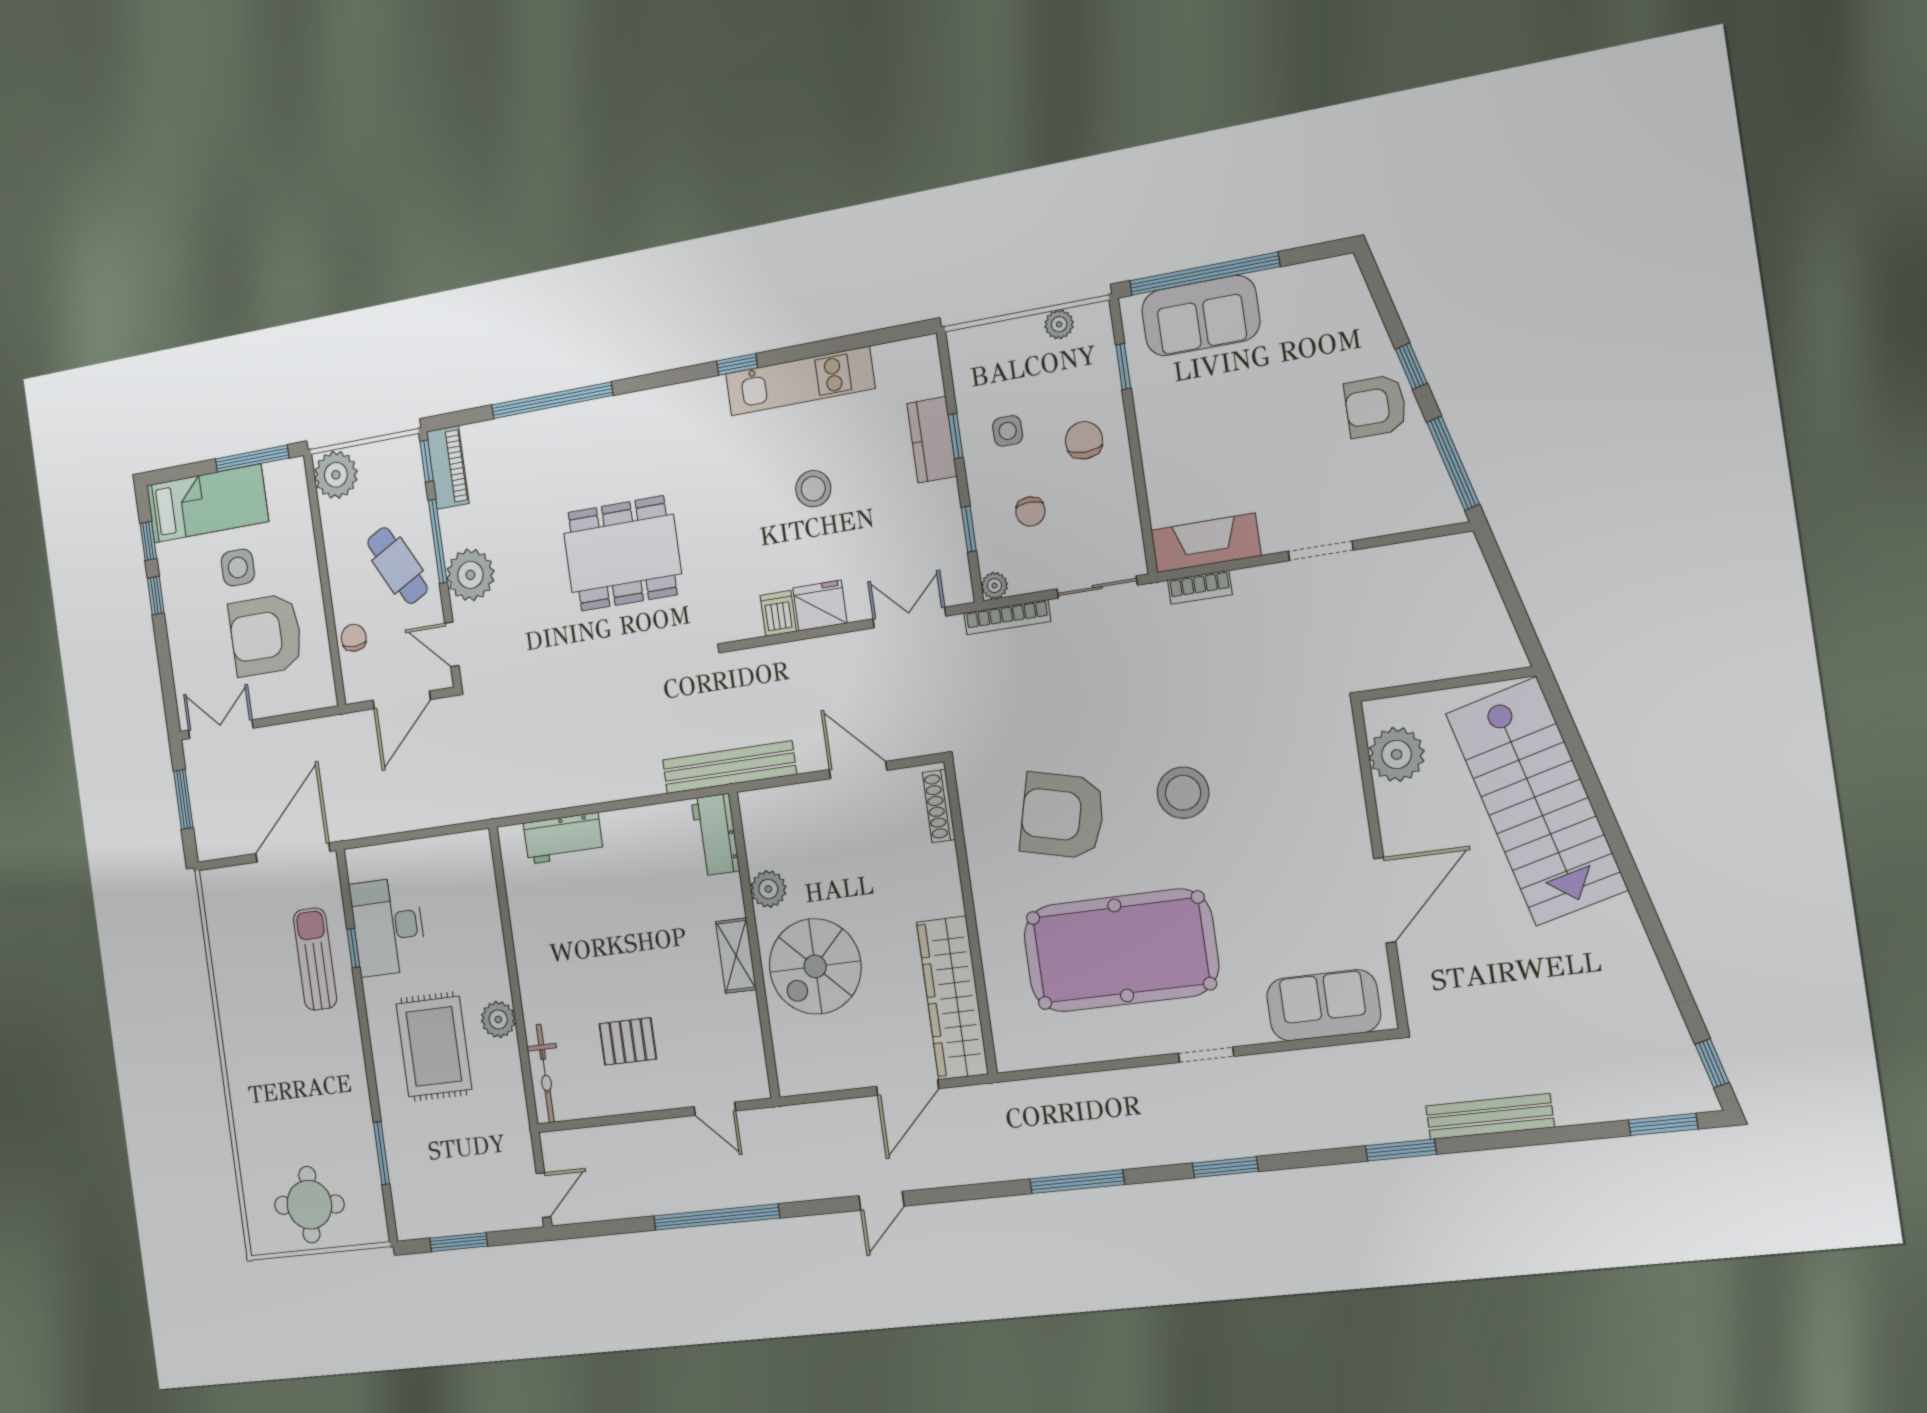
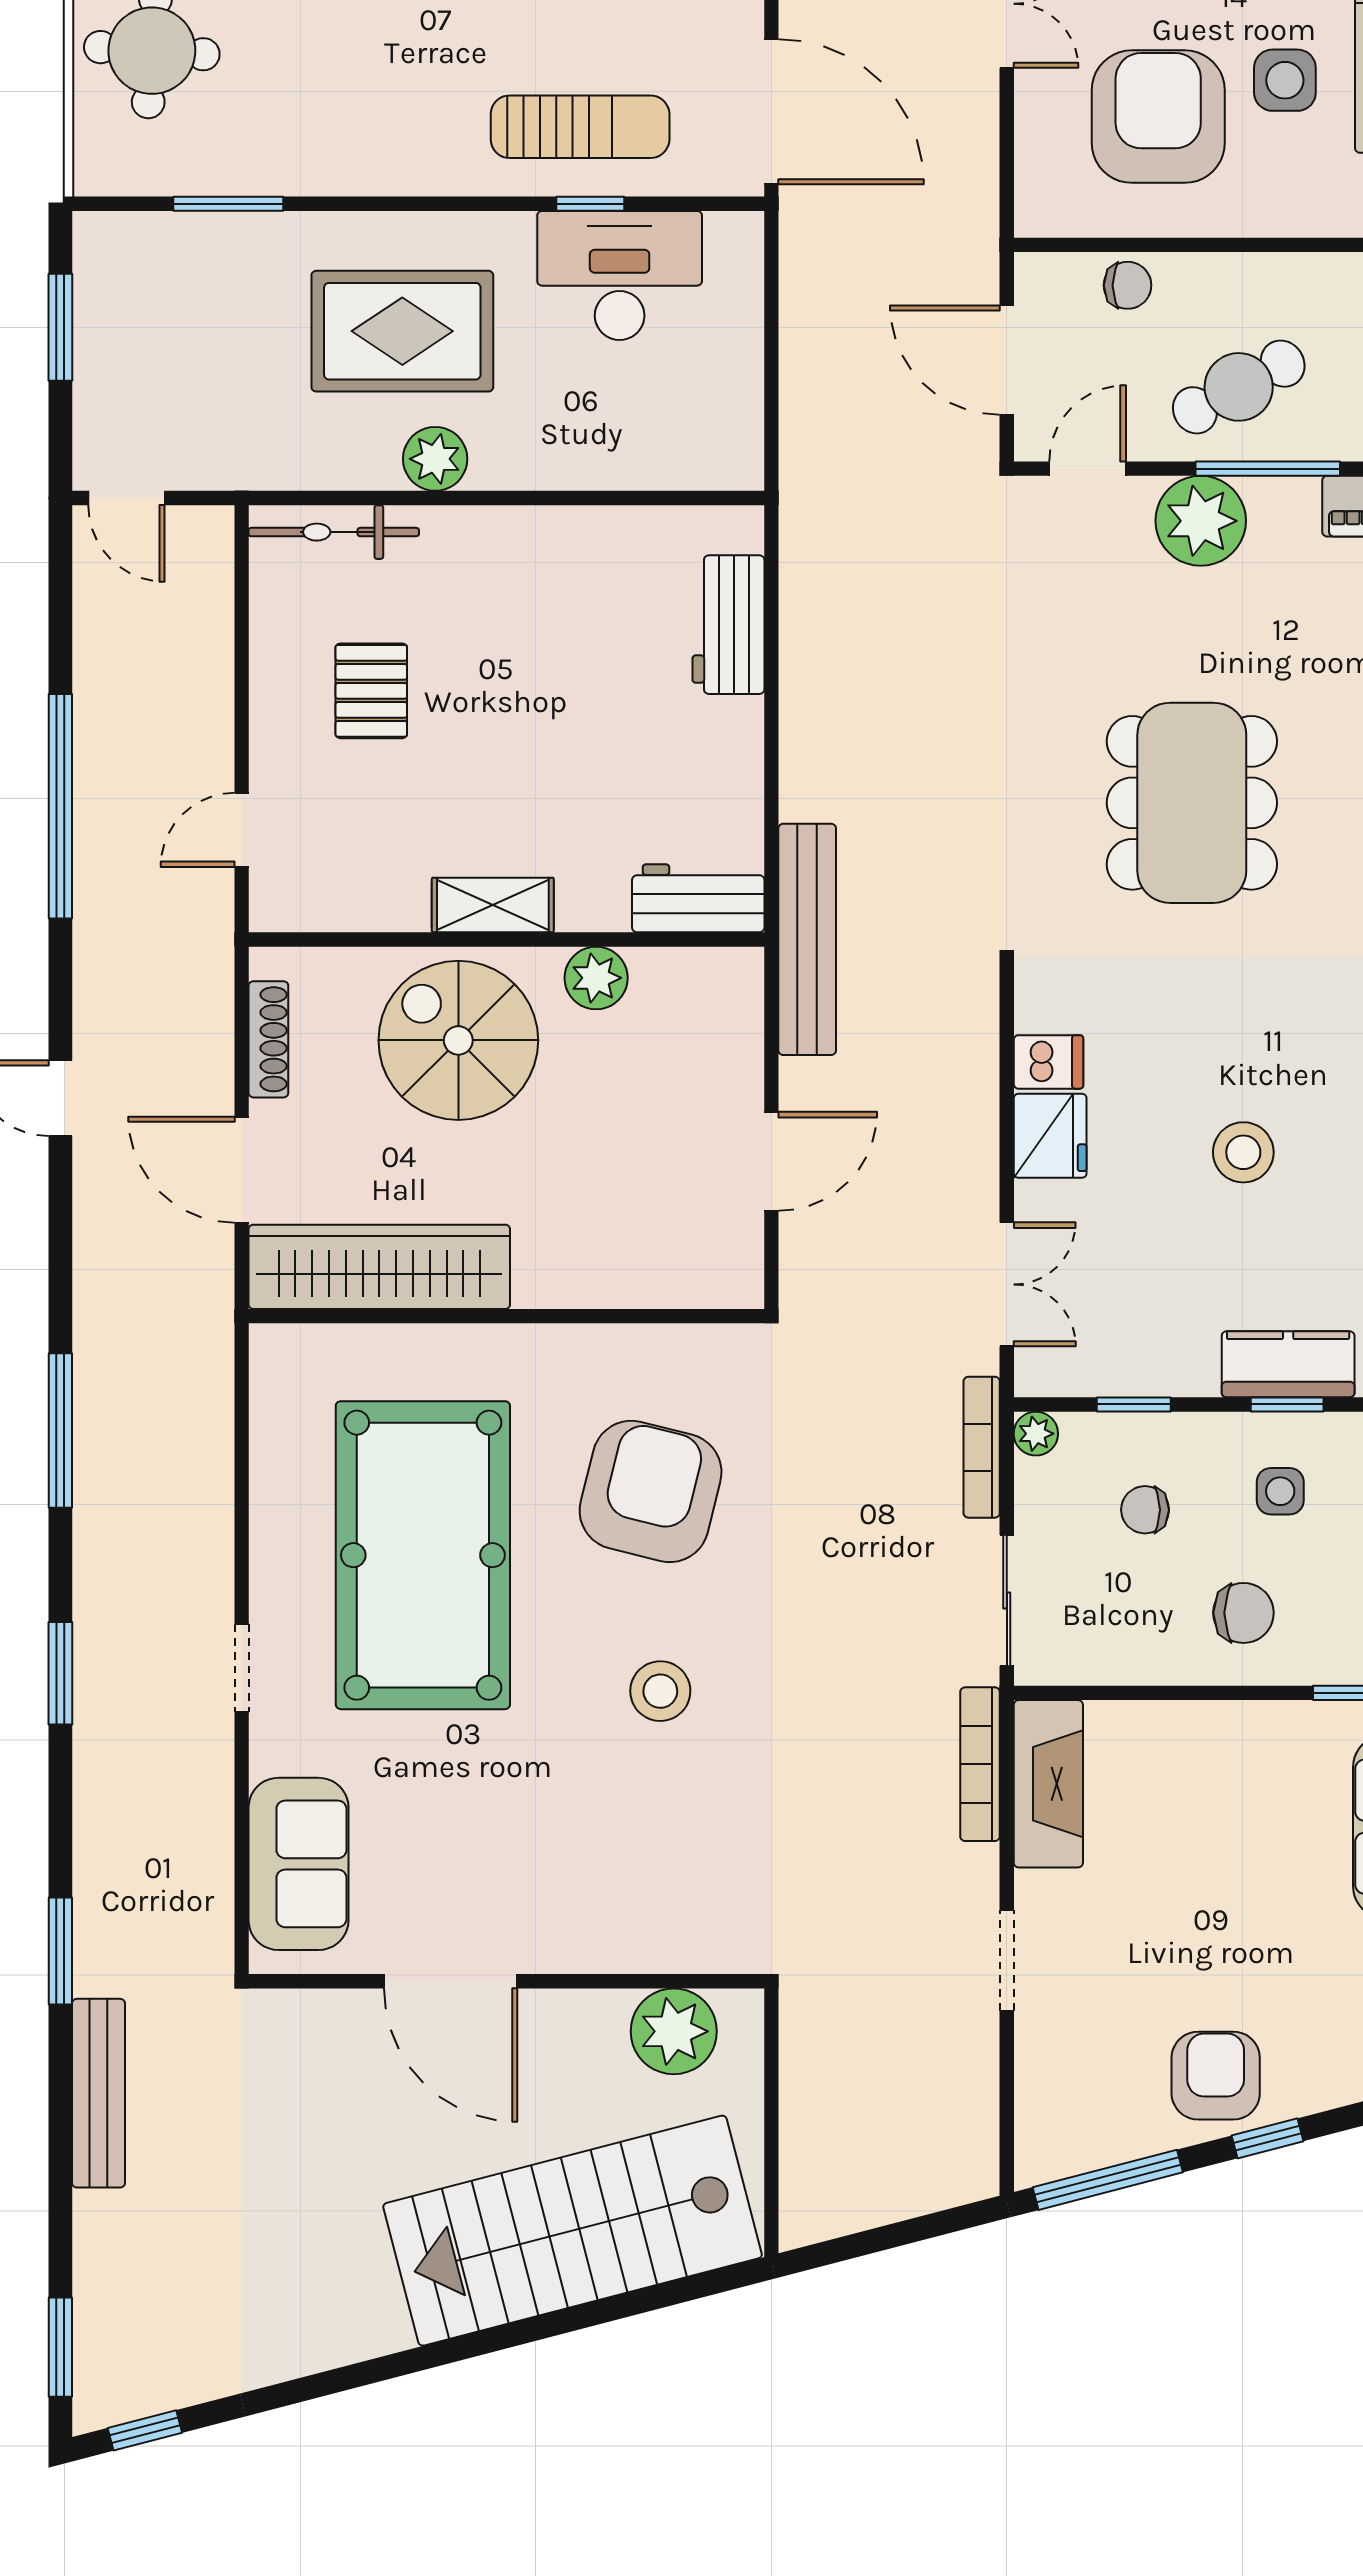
bookcase: (1200, 587) -> (980, 1764), width x1.56
stool: (1183, 793) -> (660, 1691), width x0.73, depth x0.73
shoe rack: (939, 806) -> (268, 1039), moved, turned 90

